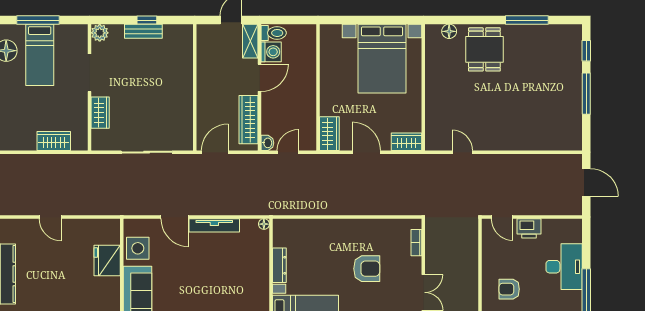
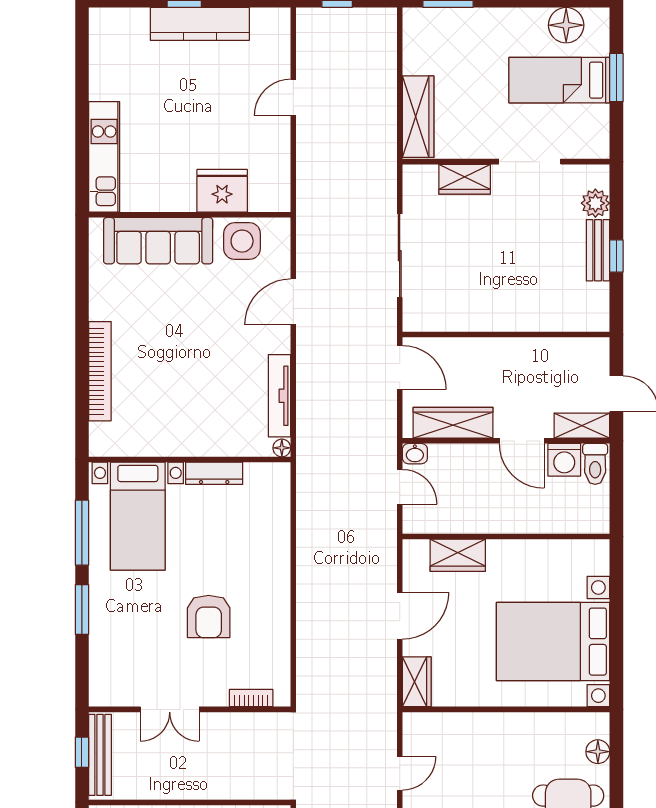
window: (38, 20) -> (616, 77), width x0.69
plant: (100, 33) -> (595, 203), moved
wardrobe: (329, 134) -> (458, 555), moved
wardrobe: (54, 141) -> (418, 117), width x1.50
tv unit: (214, 225) -> (280, 396), moved

